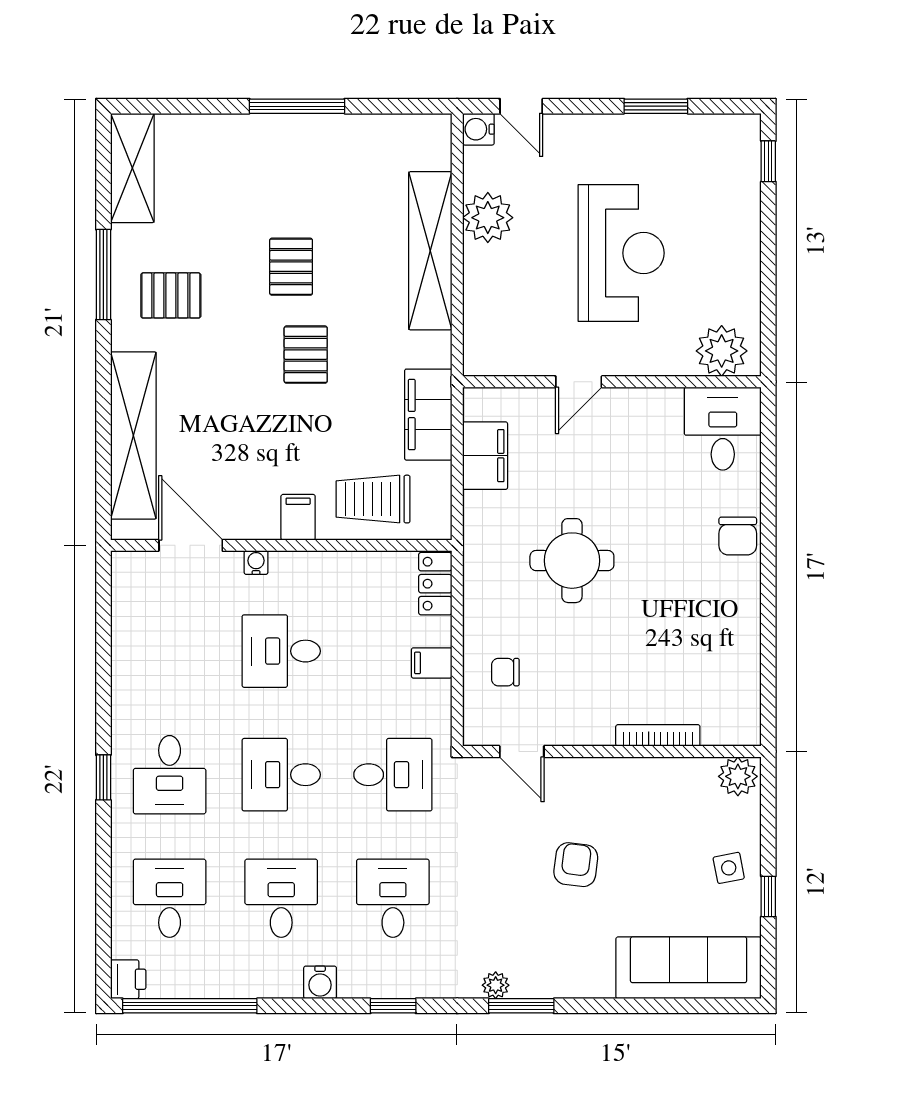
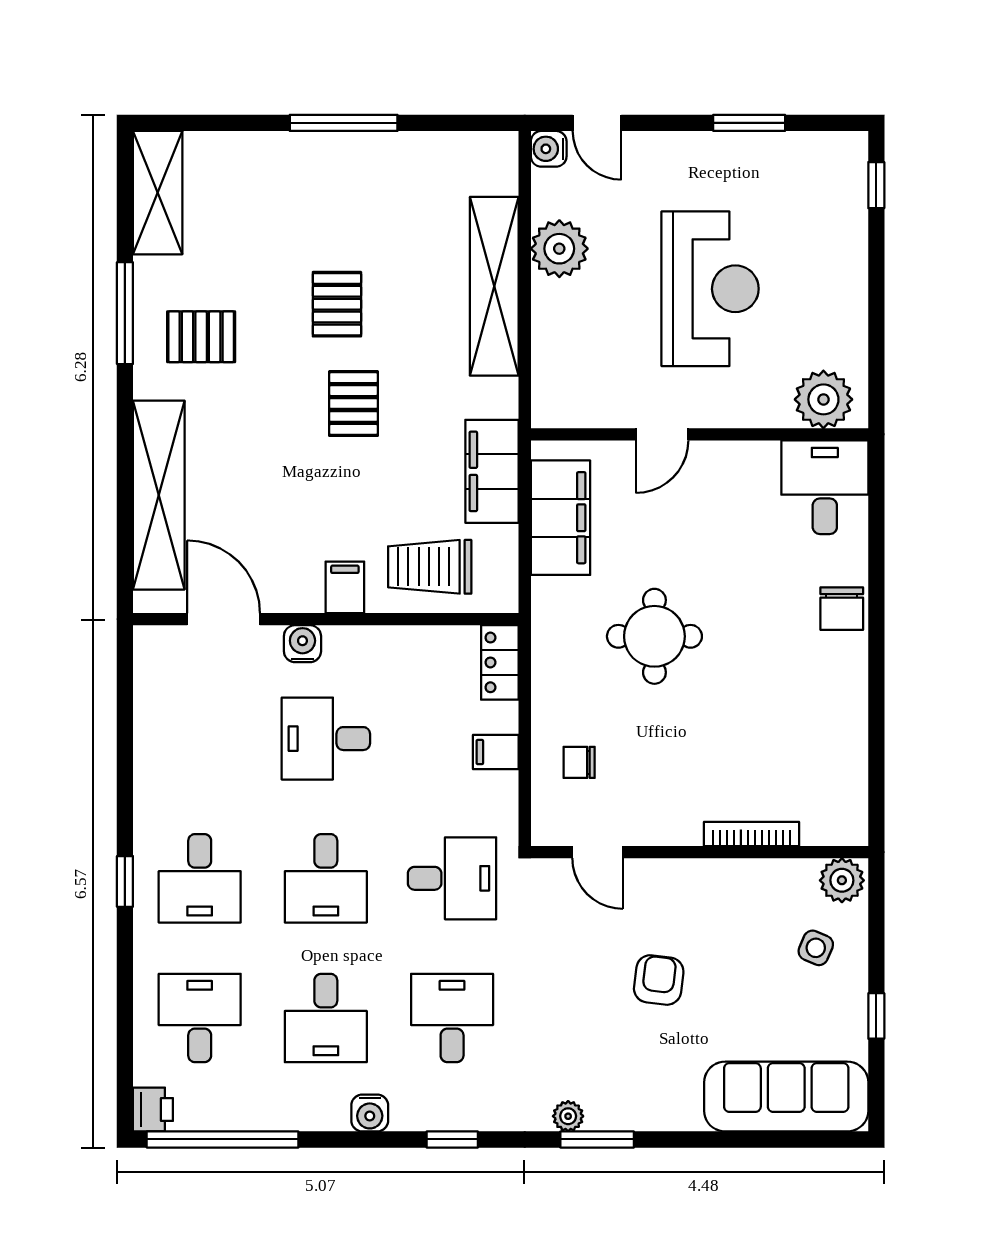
filing cabinet: (485, 456) -> (560, 518), width x1.50, depth x1.17
water cooler: (256, 563) -> (302, 644), width x1.38, depth x1.38
desk: (281, 775) -> (326, 878), turned -90
side table: (729, 868) -> (816, 948), moved, turned 34
desk: (281, 898) -> (326, 1018), turned 180

